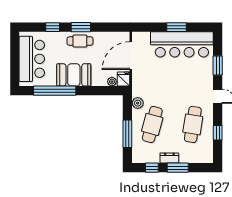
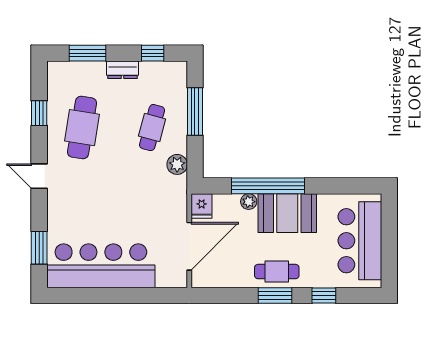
window: (176, 27) -> (110, 296), removed
window: (218, 65) -> (39, 248), moved
plant: (112, 82) -> (249, 202), moved
window: (55, 91) -> (268, 186), moved
cafe table: (152, 124) -> (152, 128), width x0.73, depth x0.74
window: (178, 168) -> (88, 53), moved

